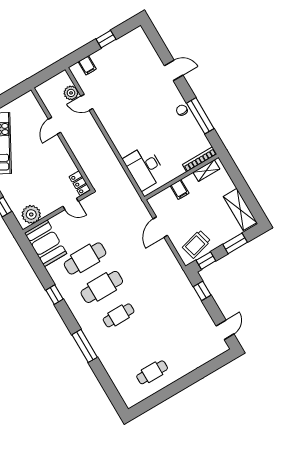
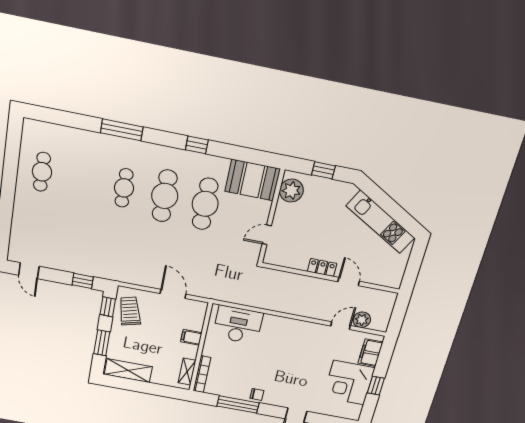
corner desk: (120, 59) -> (349, 383), added
filing cabinet: (87, 65) -> (370, 353), width x2.00
locker: (80, 183) -> (322, 267), moved

